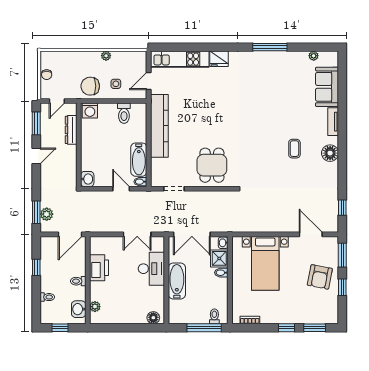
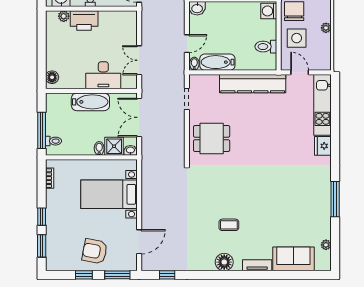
side table: (116, 84) -> (297, 38), width x1.87, depth x1.87
printer: (99, 268) -> (84, 20), moved

